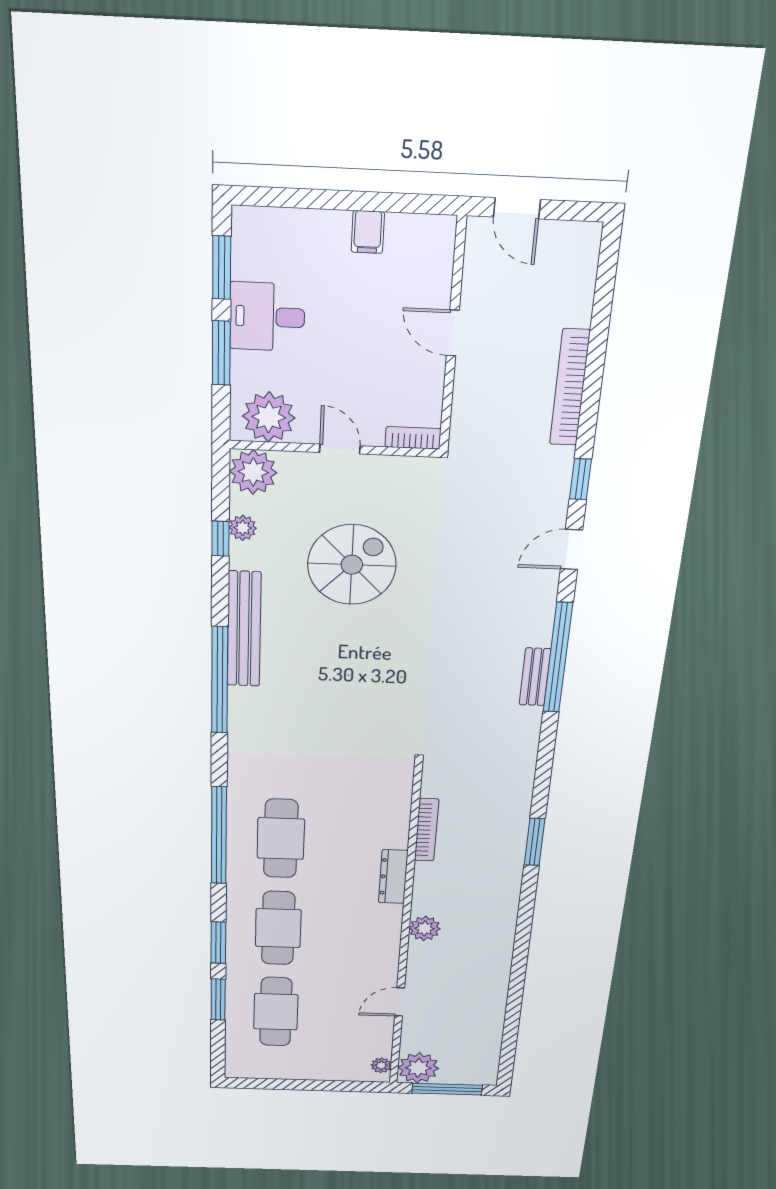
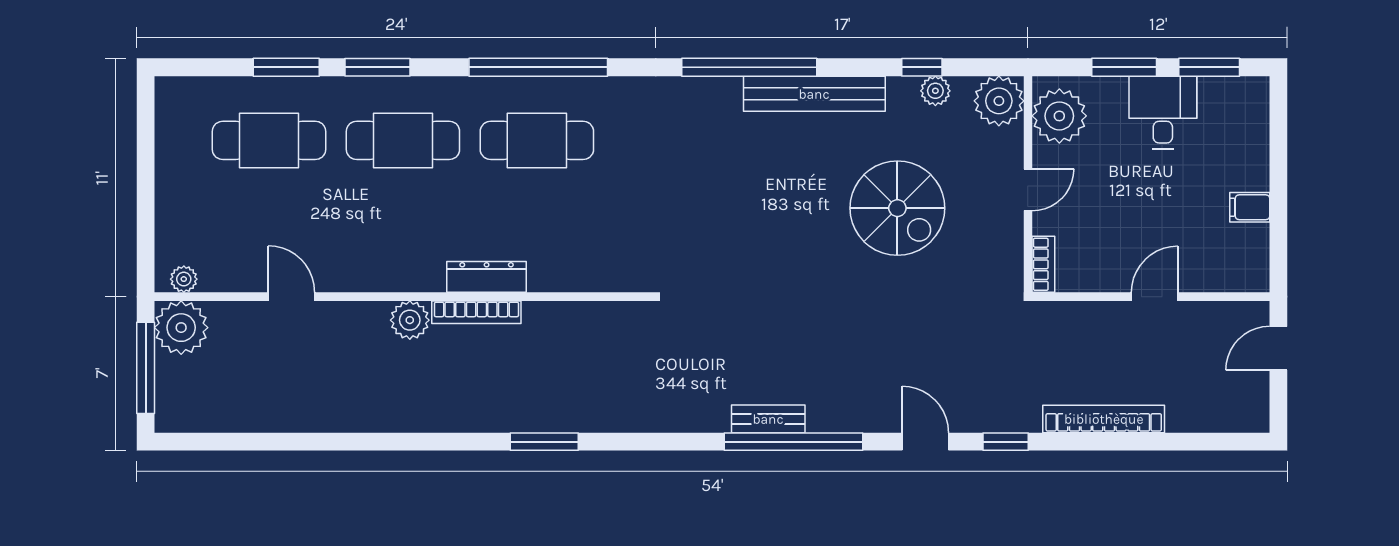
bookcase: (427, 830) -> (476, 312), moved

